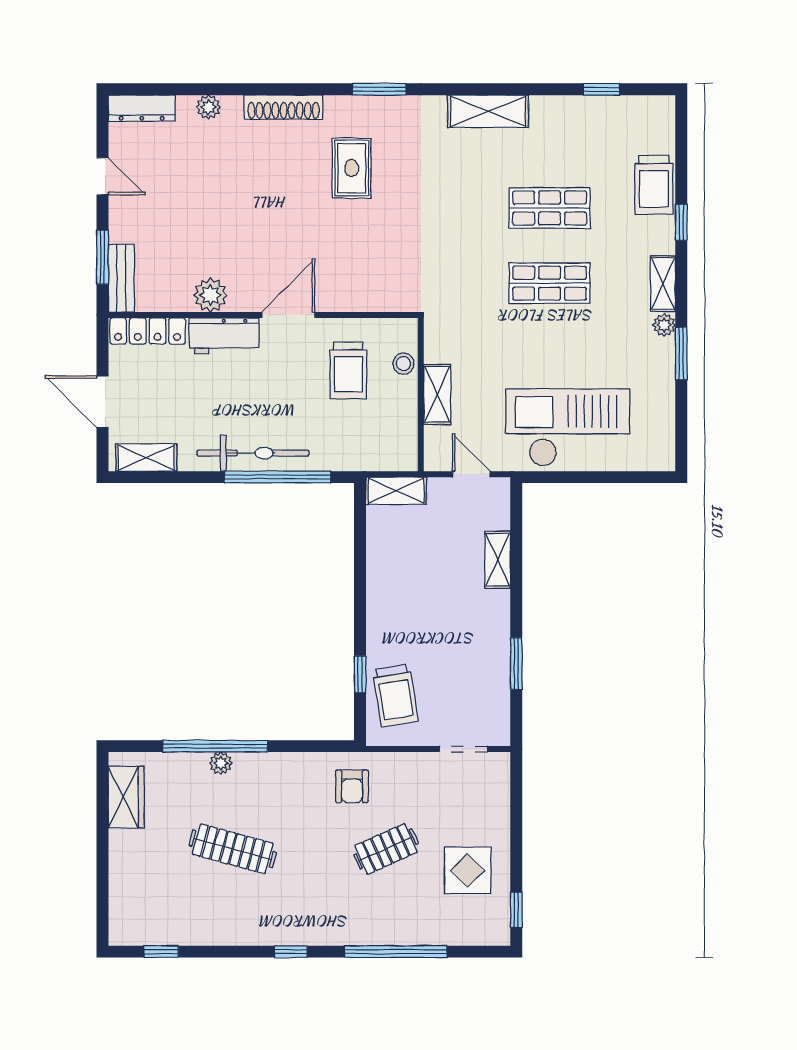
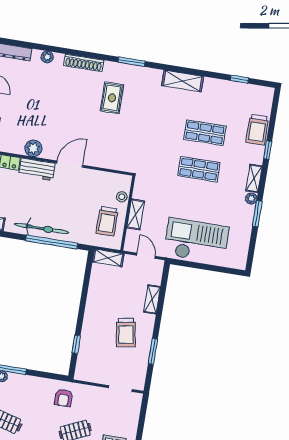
trolley: (348, 370) -> (107, 221), moved
trolley: (395, 696) -> (126, 333), moved

